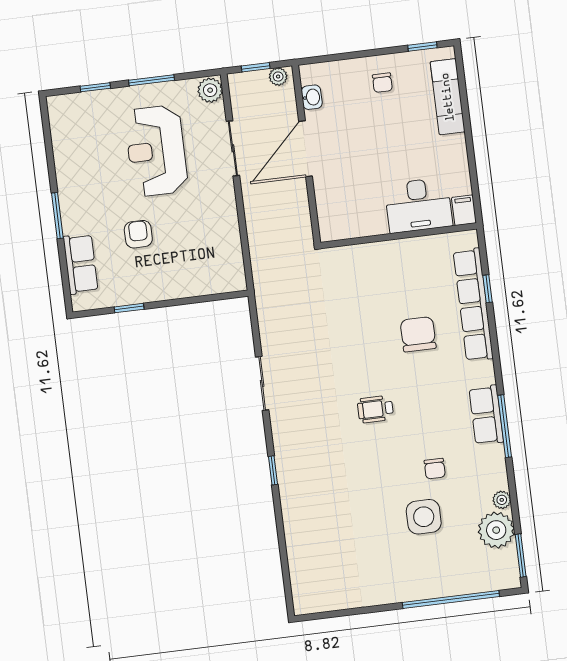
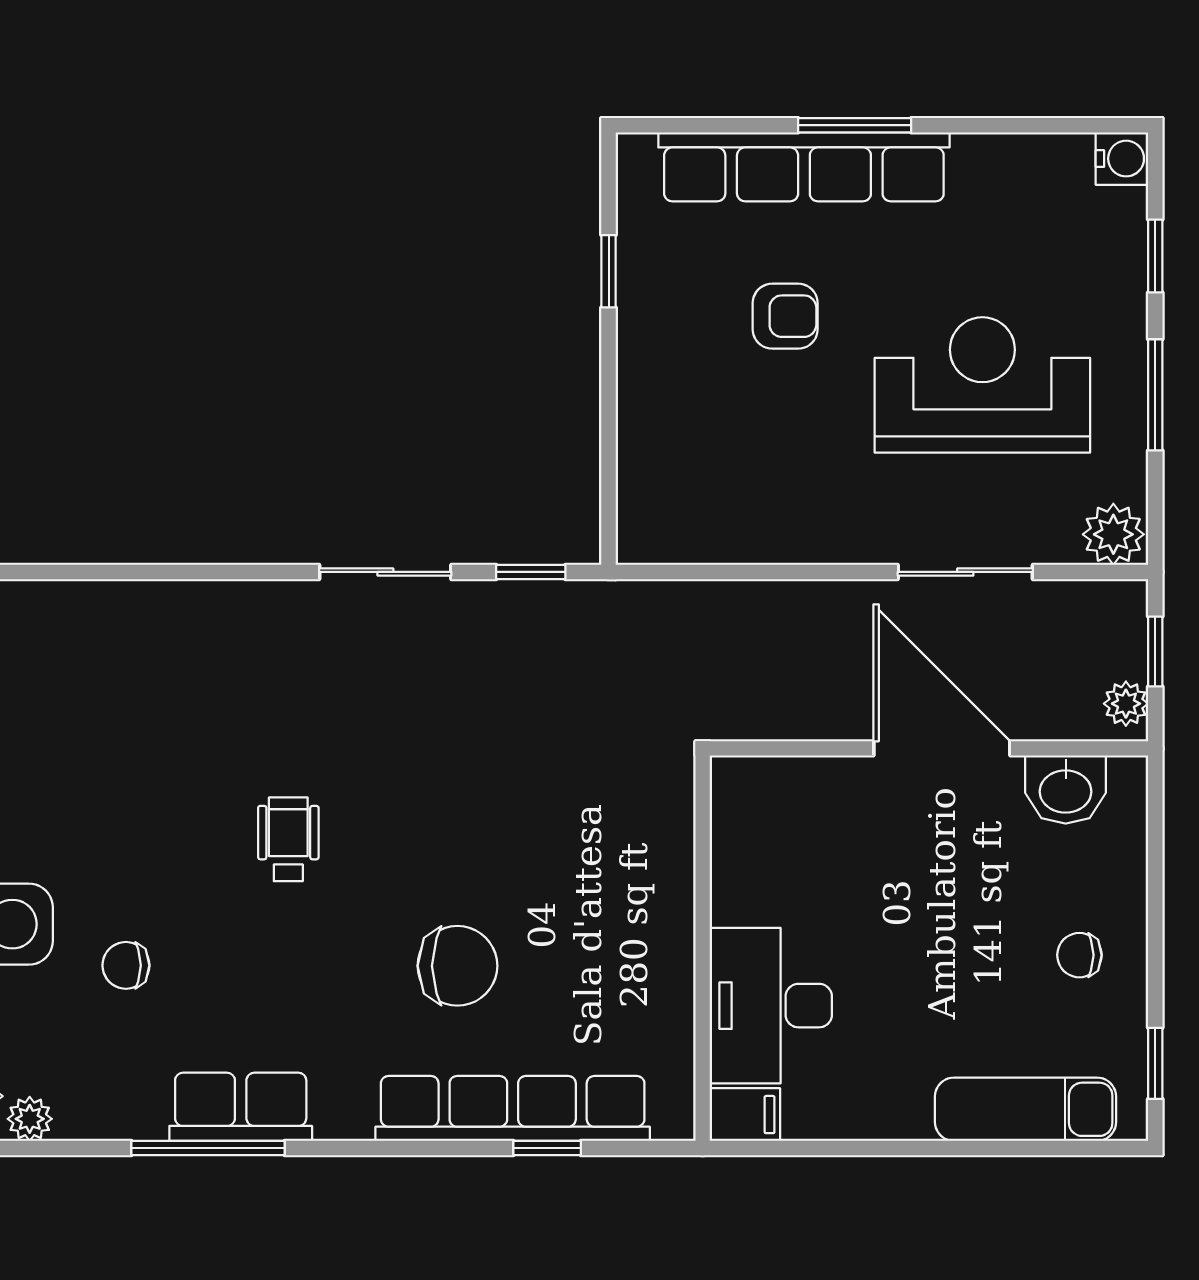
washbasin: (312, 97) -> (1066, 789), width x1.38, depth x1.45
water cooler: (57, 106) -> (1122, 159), added
row of seats: (81, 264) -> (804, 167), width x2.02
window: (273, 470) -> (531, 572), moved

